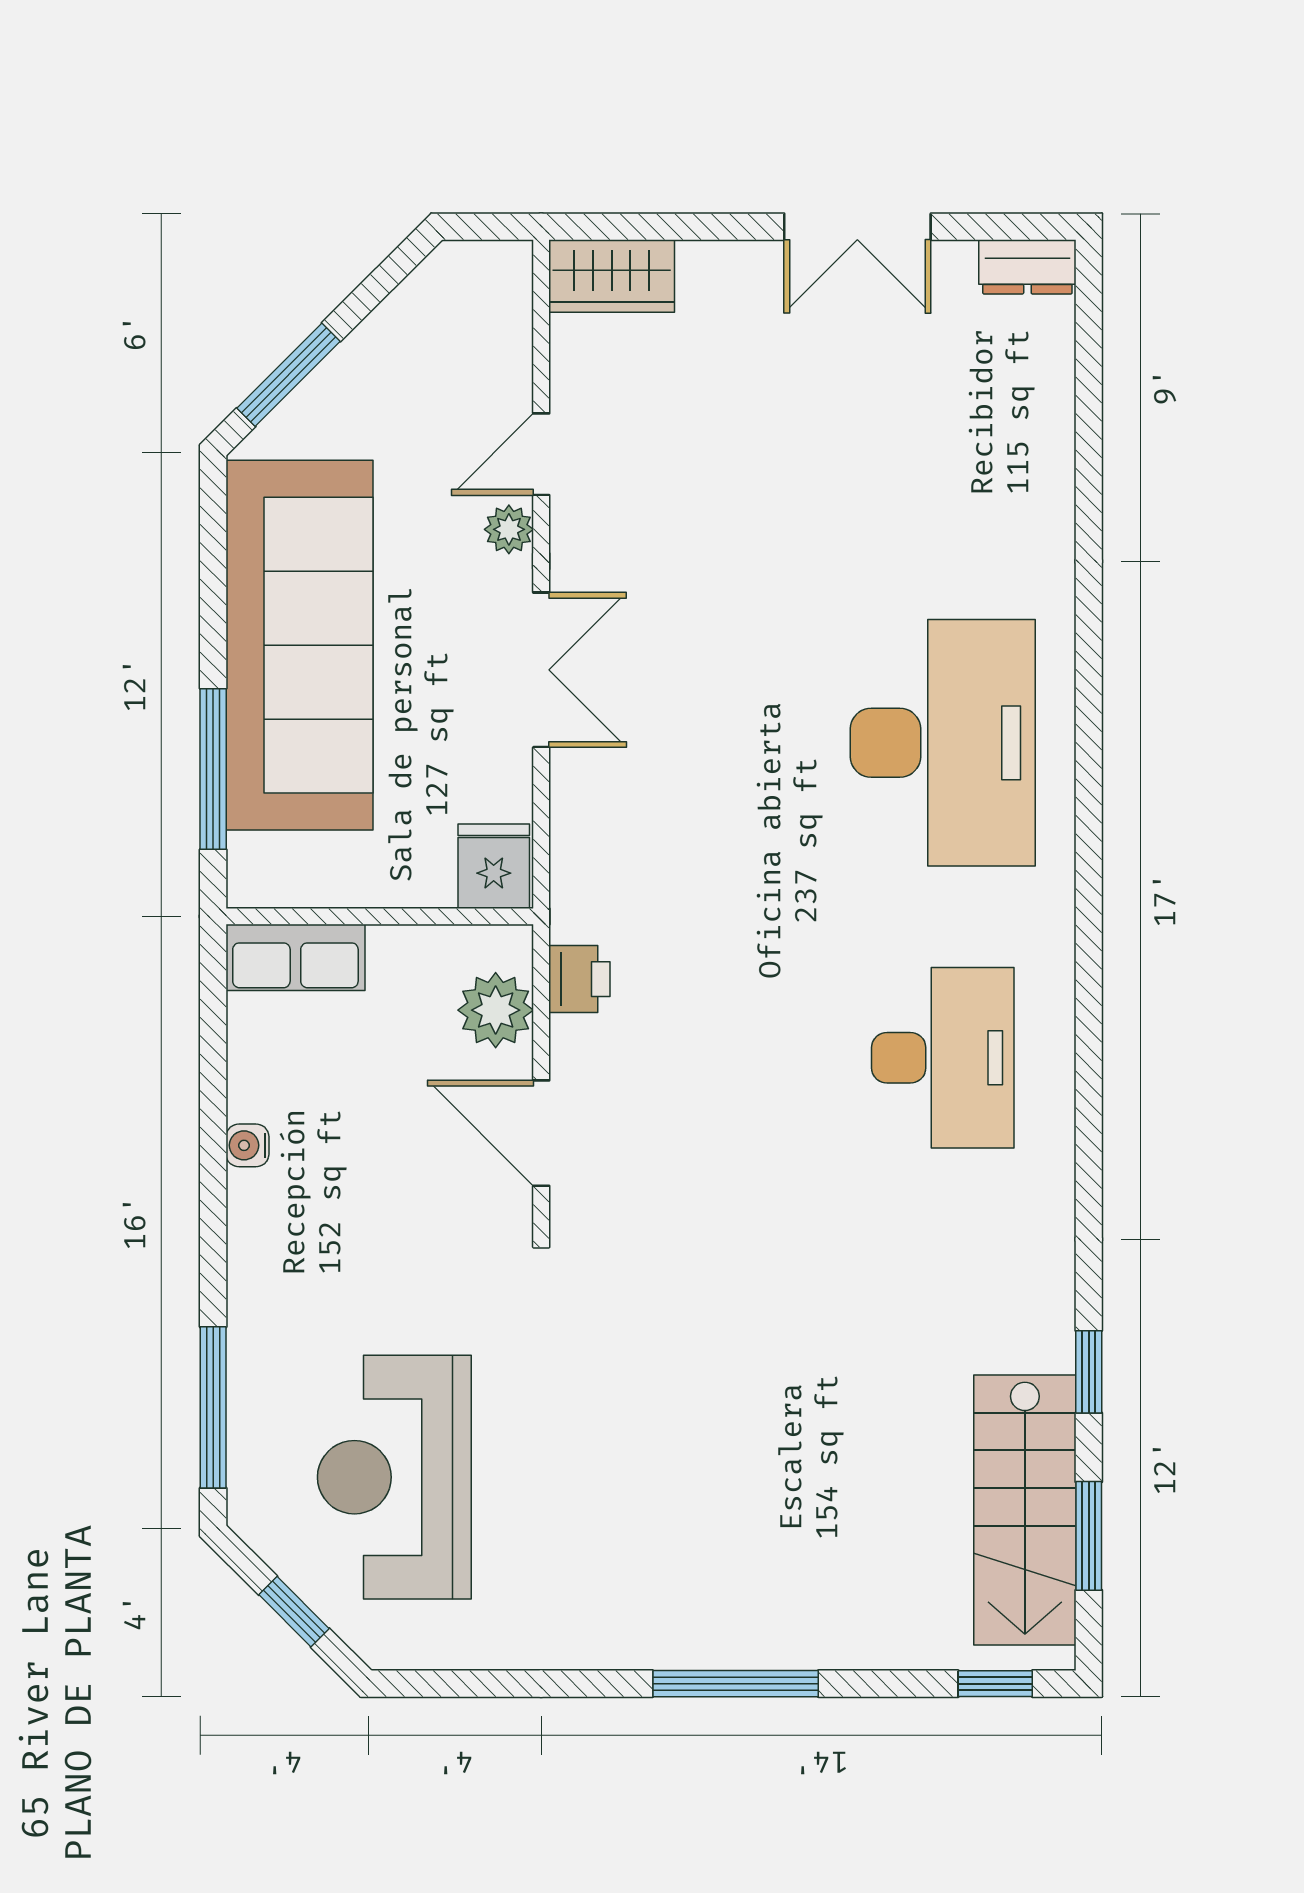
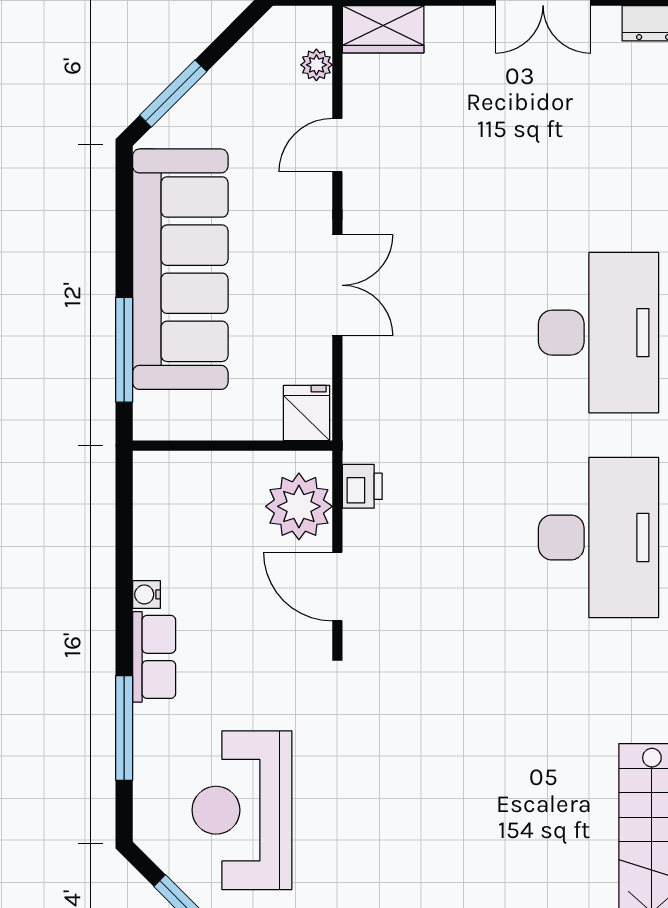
plant: (509, 529) -> (316, 65), moved
row of seats: (295, 957) -> (154, 657), moved, turned -90
plant: (496, 1010) -> (299, 506), width x1.36, depth x1.36
desk: (943, 1058) -> (599, 537), width x1.36, depth x1.30
window: (213, 1407) -> (124, 728), moved

